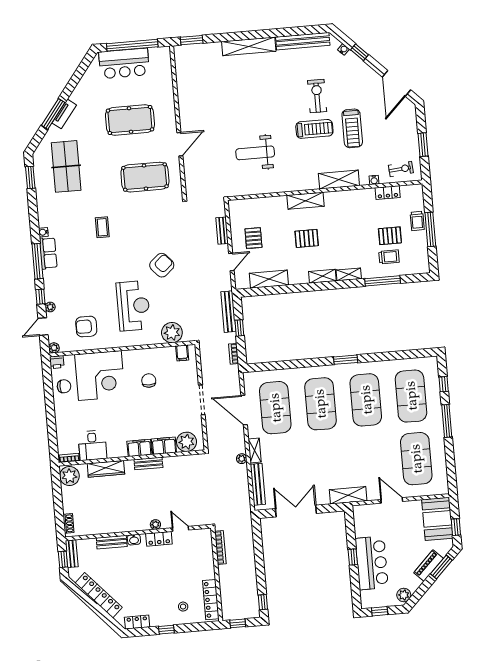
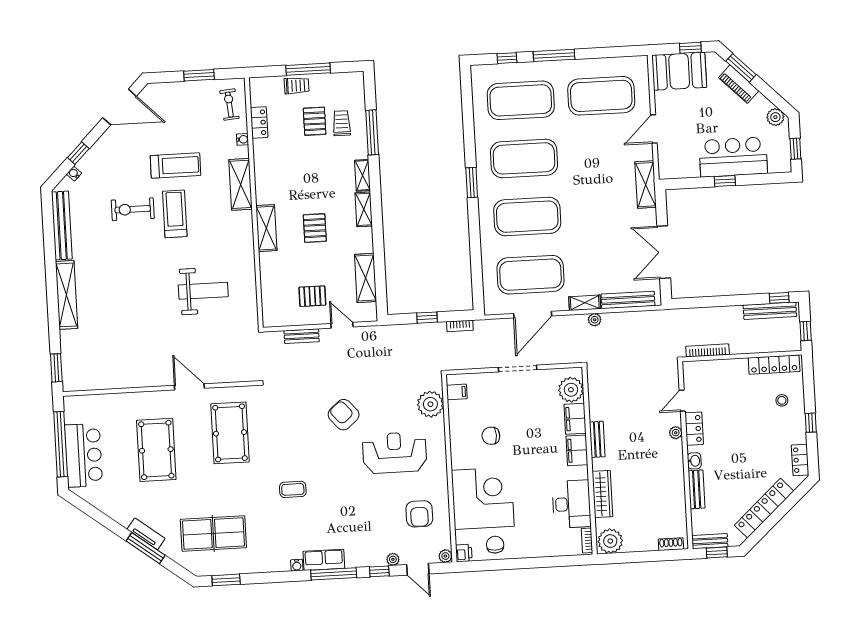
weight bench: (255, 153) -> (203, 291), turned -90
bench: (228, 312) -> (770, 311), moved
desk: (92, 445) -> (571, 504), width x1.37

